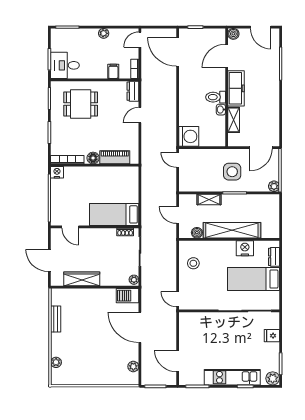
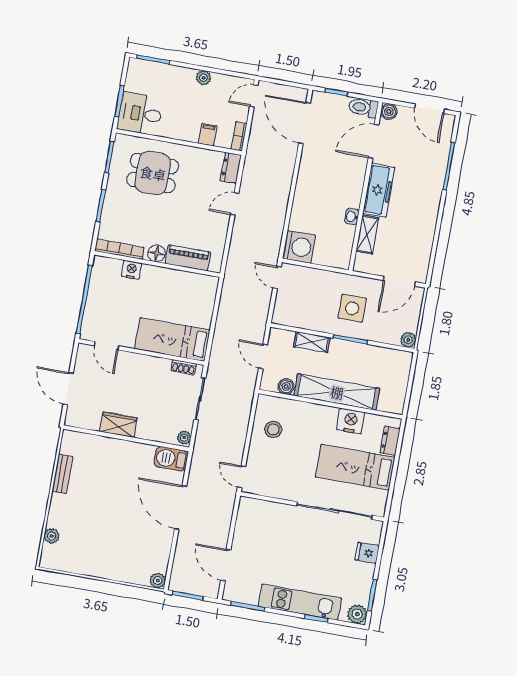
toilet: (216, 97) -> (363, 108), moved
nightstand: (57, 172) -> (131, 270), moved
wardrobe: (82, 279) -> (118, 425), width x0.67
plant: (133, 366) -> (158, 581), moved

